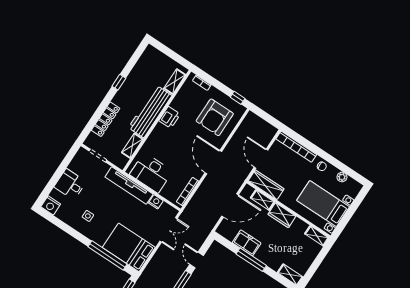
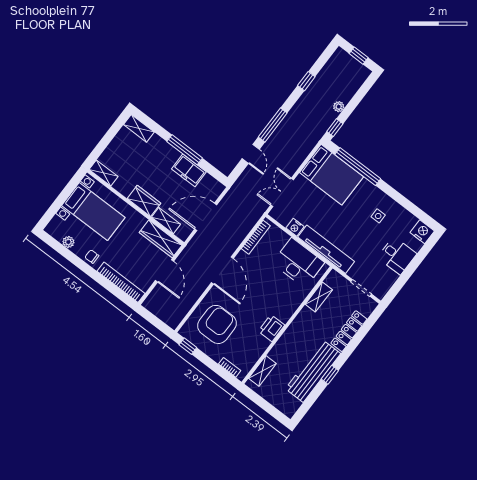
workbench: (150, 112) -> (313, 371), moved, turned 180

